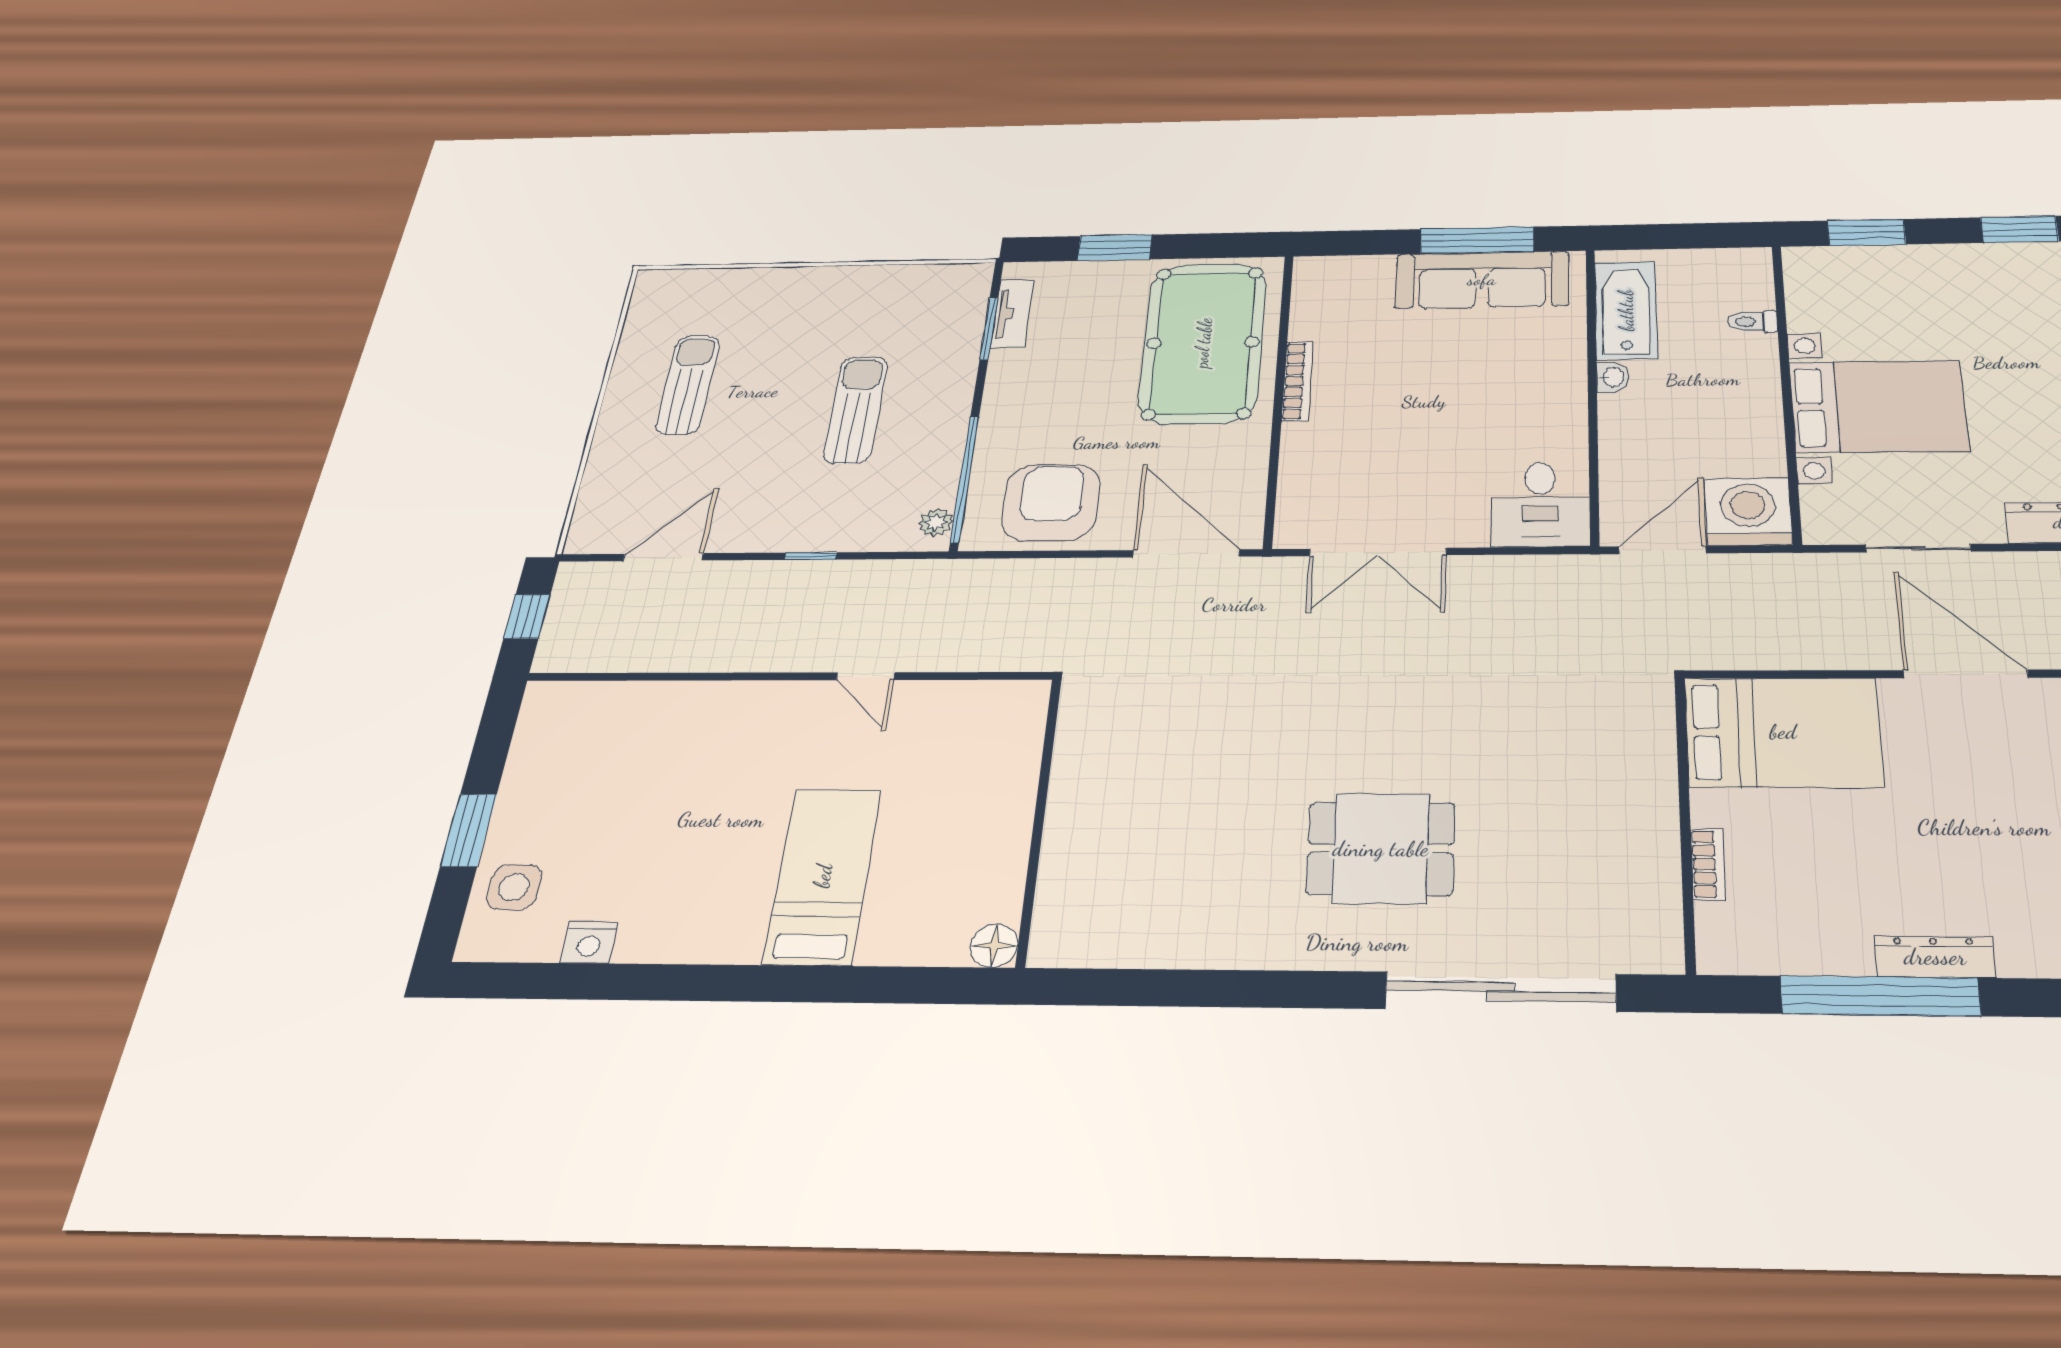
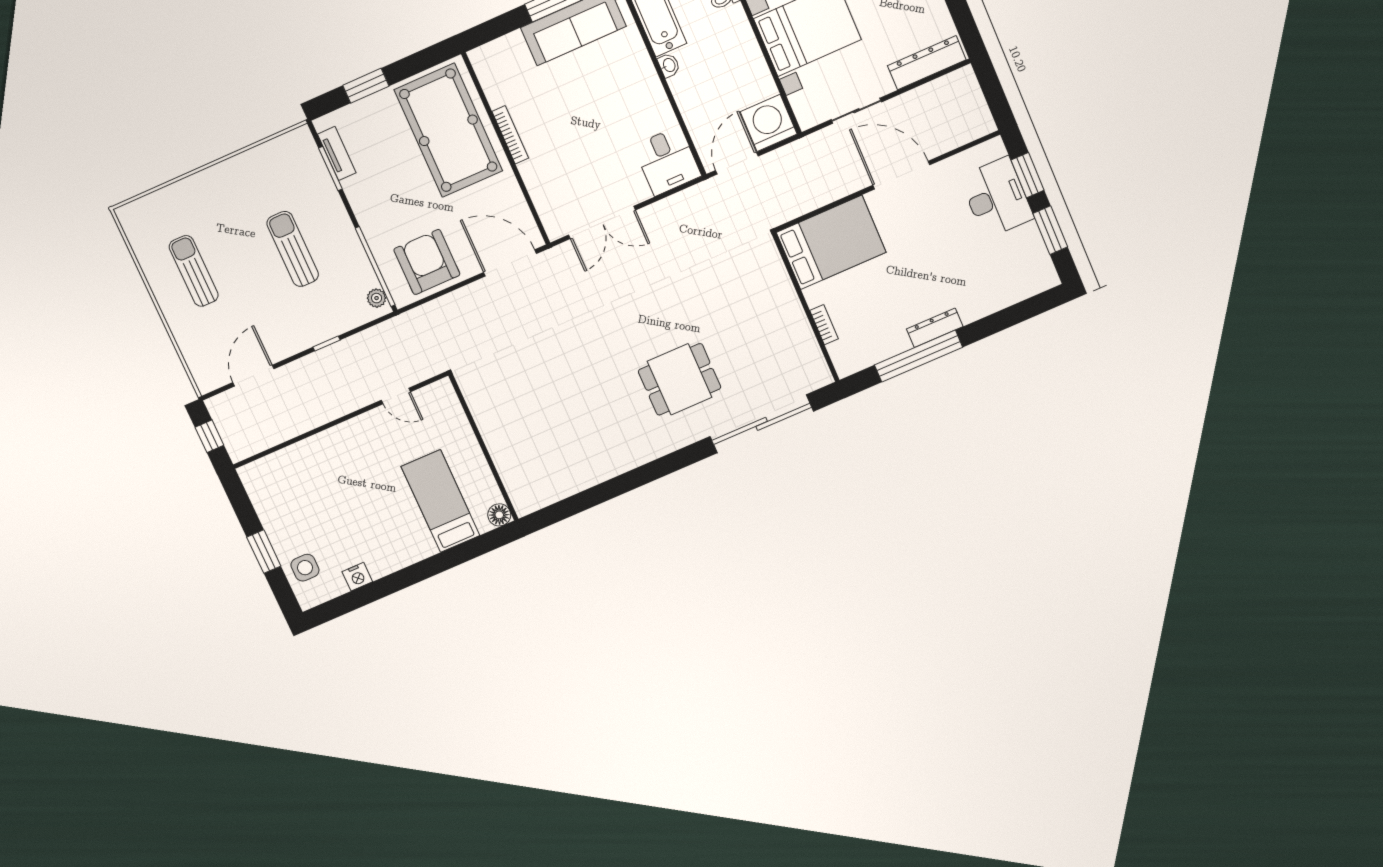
wall: (1039, 819) -> (484, 448), moved
floor lamp: (994, 946) -> (499, 515), moved

